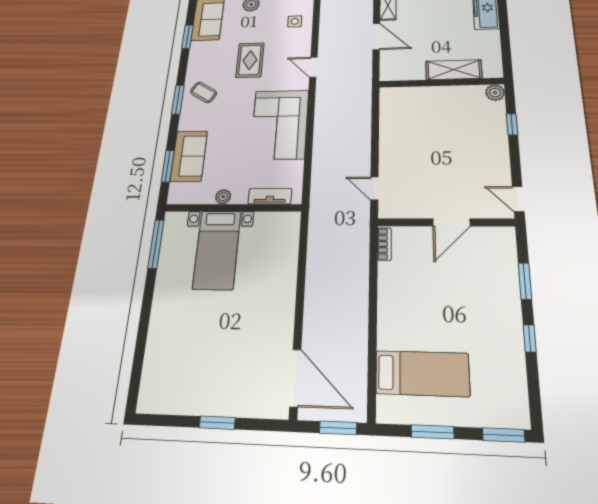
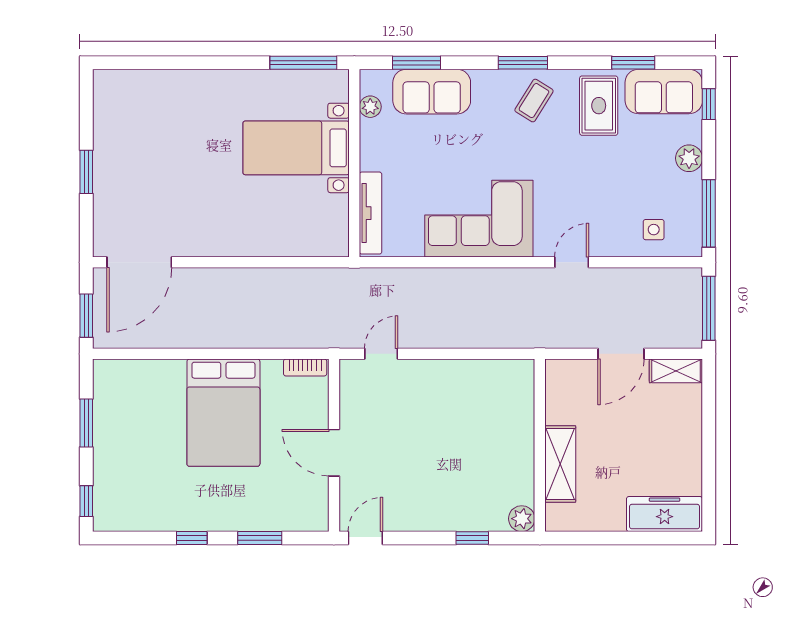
rug: (250, 60) -> (599, 106), moved, turned 90
tv unit: (270, 196) -> (371, 213), width x1.41
plant: (223, 197) -> (370, 107), moved
bed: (422, 373) -> (223, 413), moved, width x1.50
window: (504, 435) -> (86, 501), width x0.67

